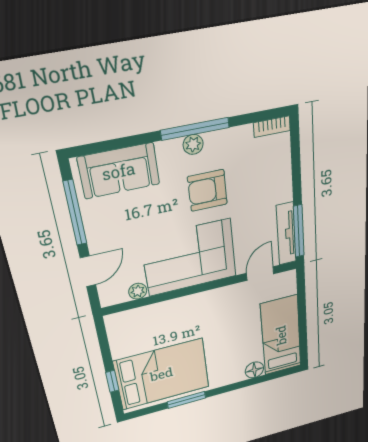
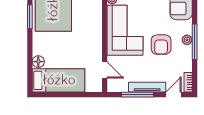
door: (295, 149) -> (173, 95), added
armchair: (207, 190) -> (161, 45), turned 180
window: (299, 231) -> (137, 95), moved
tv unit: (286, 234) -> (147, 87), moved

